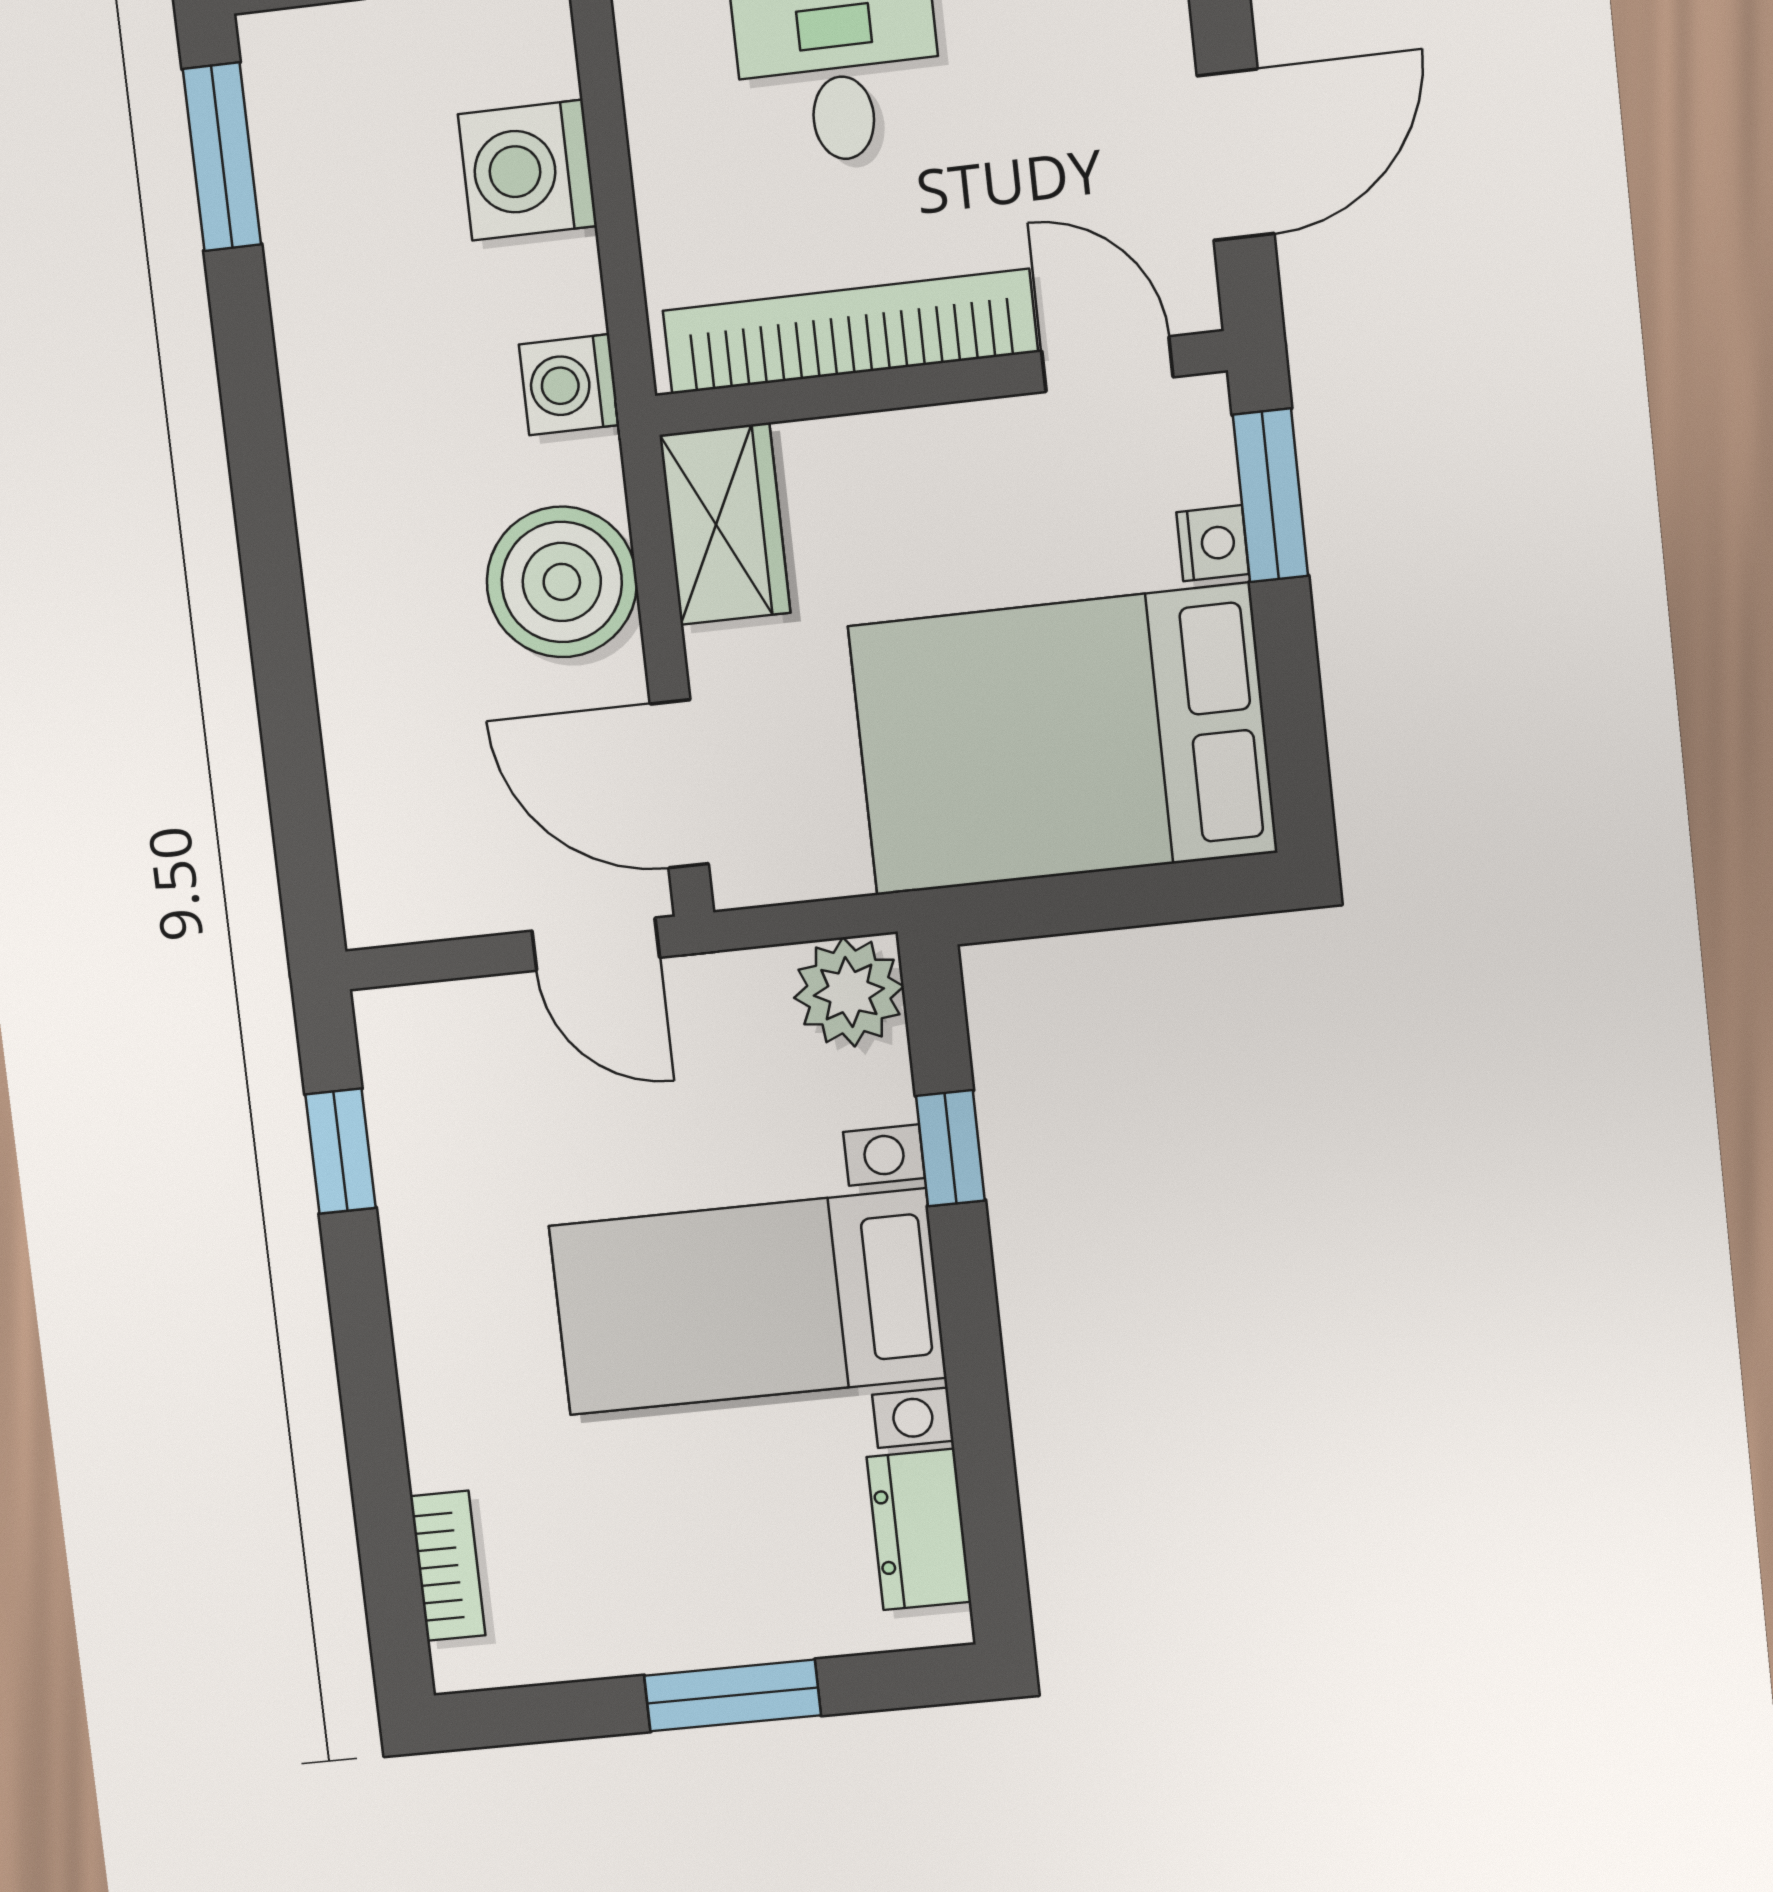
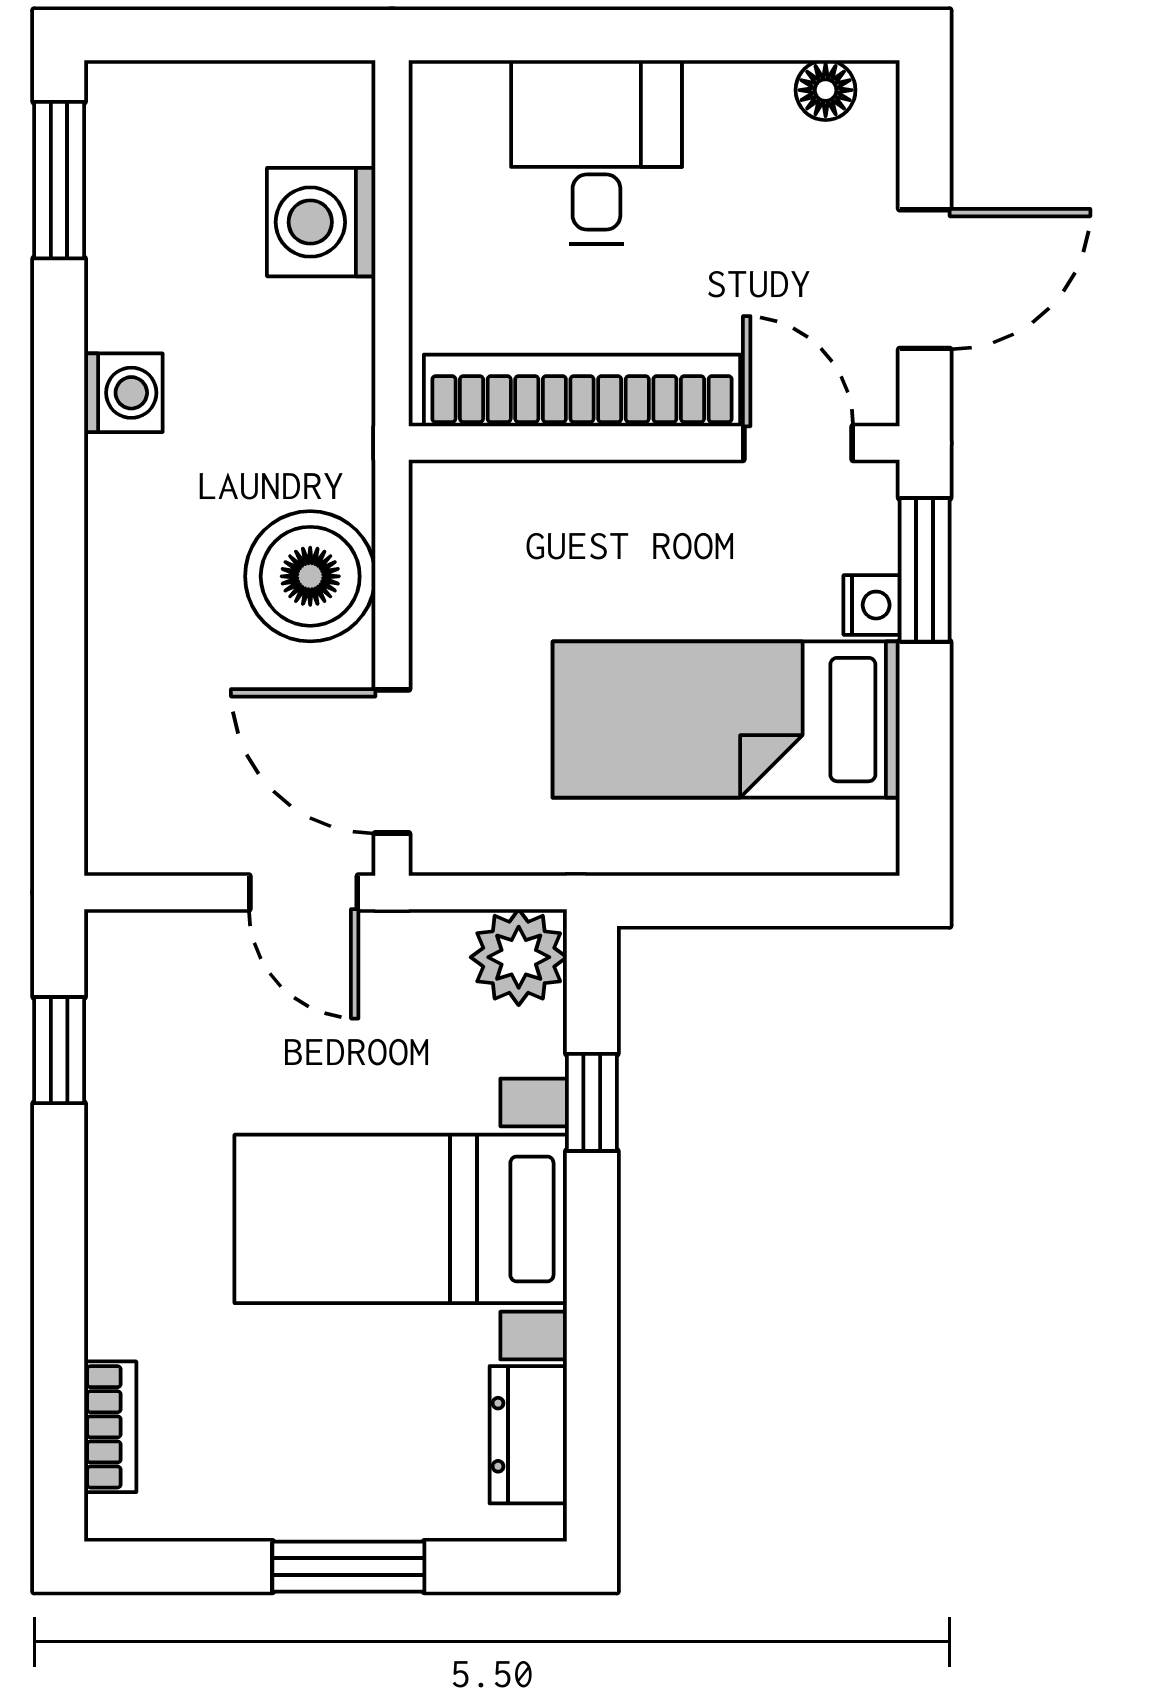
washing machine: (569, 385) -> (123, 393), moved, turned 180
wardrobe: (725, 524) -> (456, 542), removed
bed: (1063, 739) -> (726, 720), width x0.67

